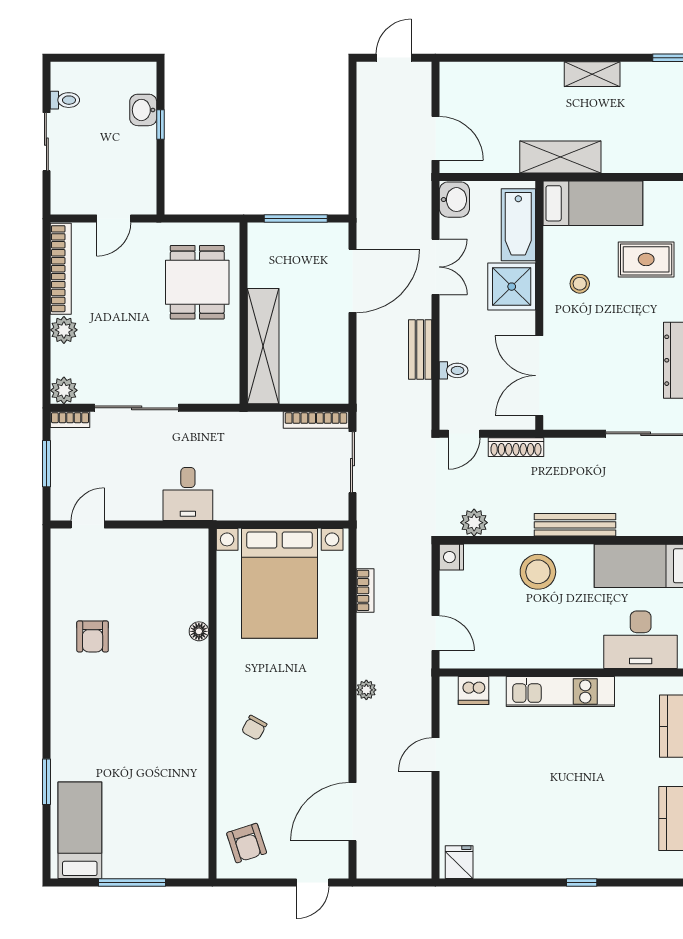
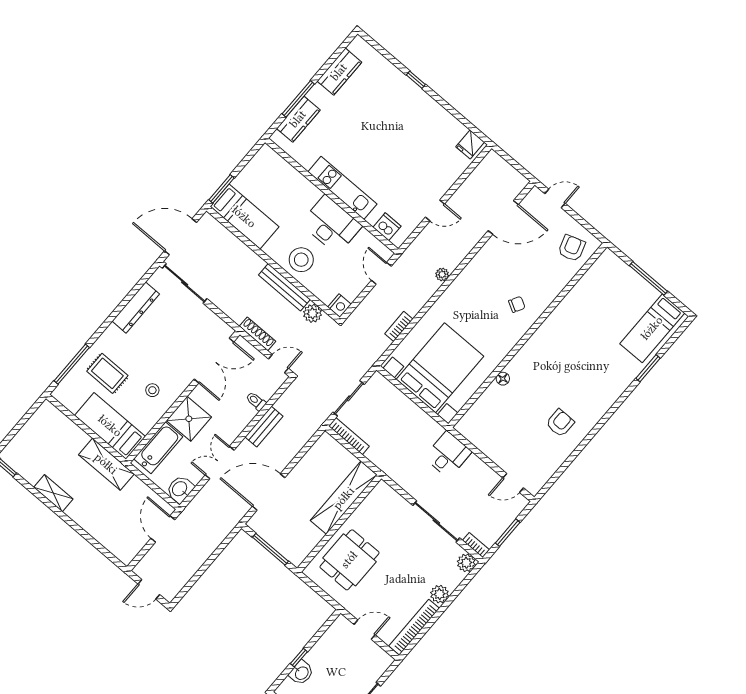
bench: (575, 525) -> (284, 287), moved
desk: (641, 640) -> (331, 225), moved

